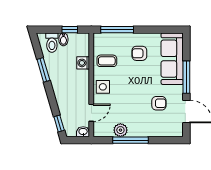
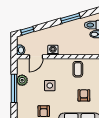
washing machine: (83, 63) -> (53, 50), moved
side table: (103, 87) -> (50, 86), moved
door: (91, 113) -> (36, 57), hinge flipped

